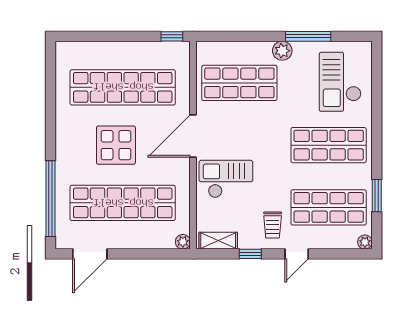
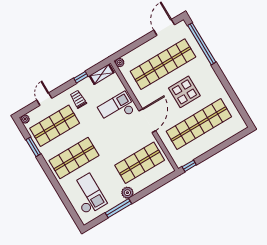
checkout: (226, 179) -> (117, 109), turned 180
door: (297, 254) -> (44, 99), moved

